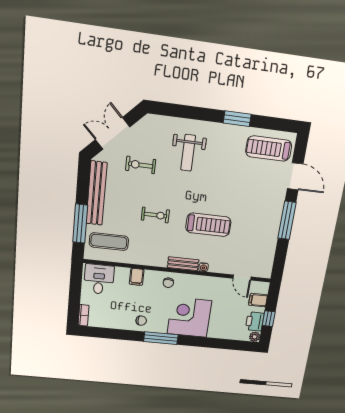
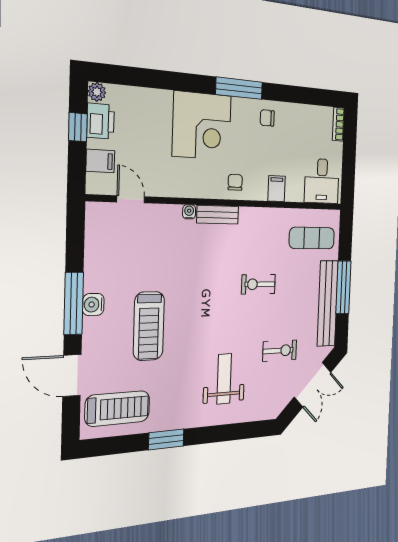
water cooler: (275, 218) -> (93, 305), added
window: (80, 224) -> (343, 287), moved
treadmill: (208, 225) -> (149, 326), moved, turned -90

